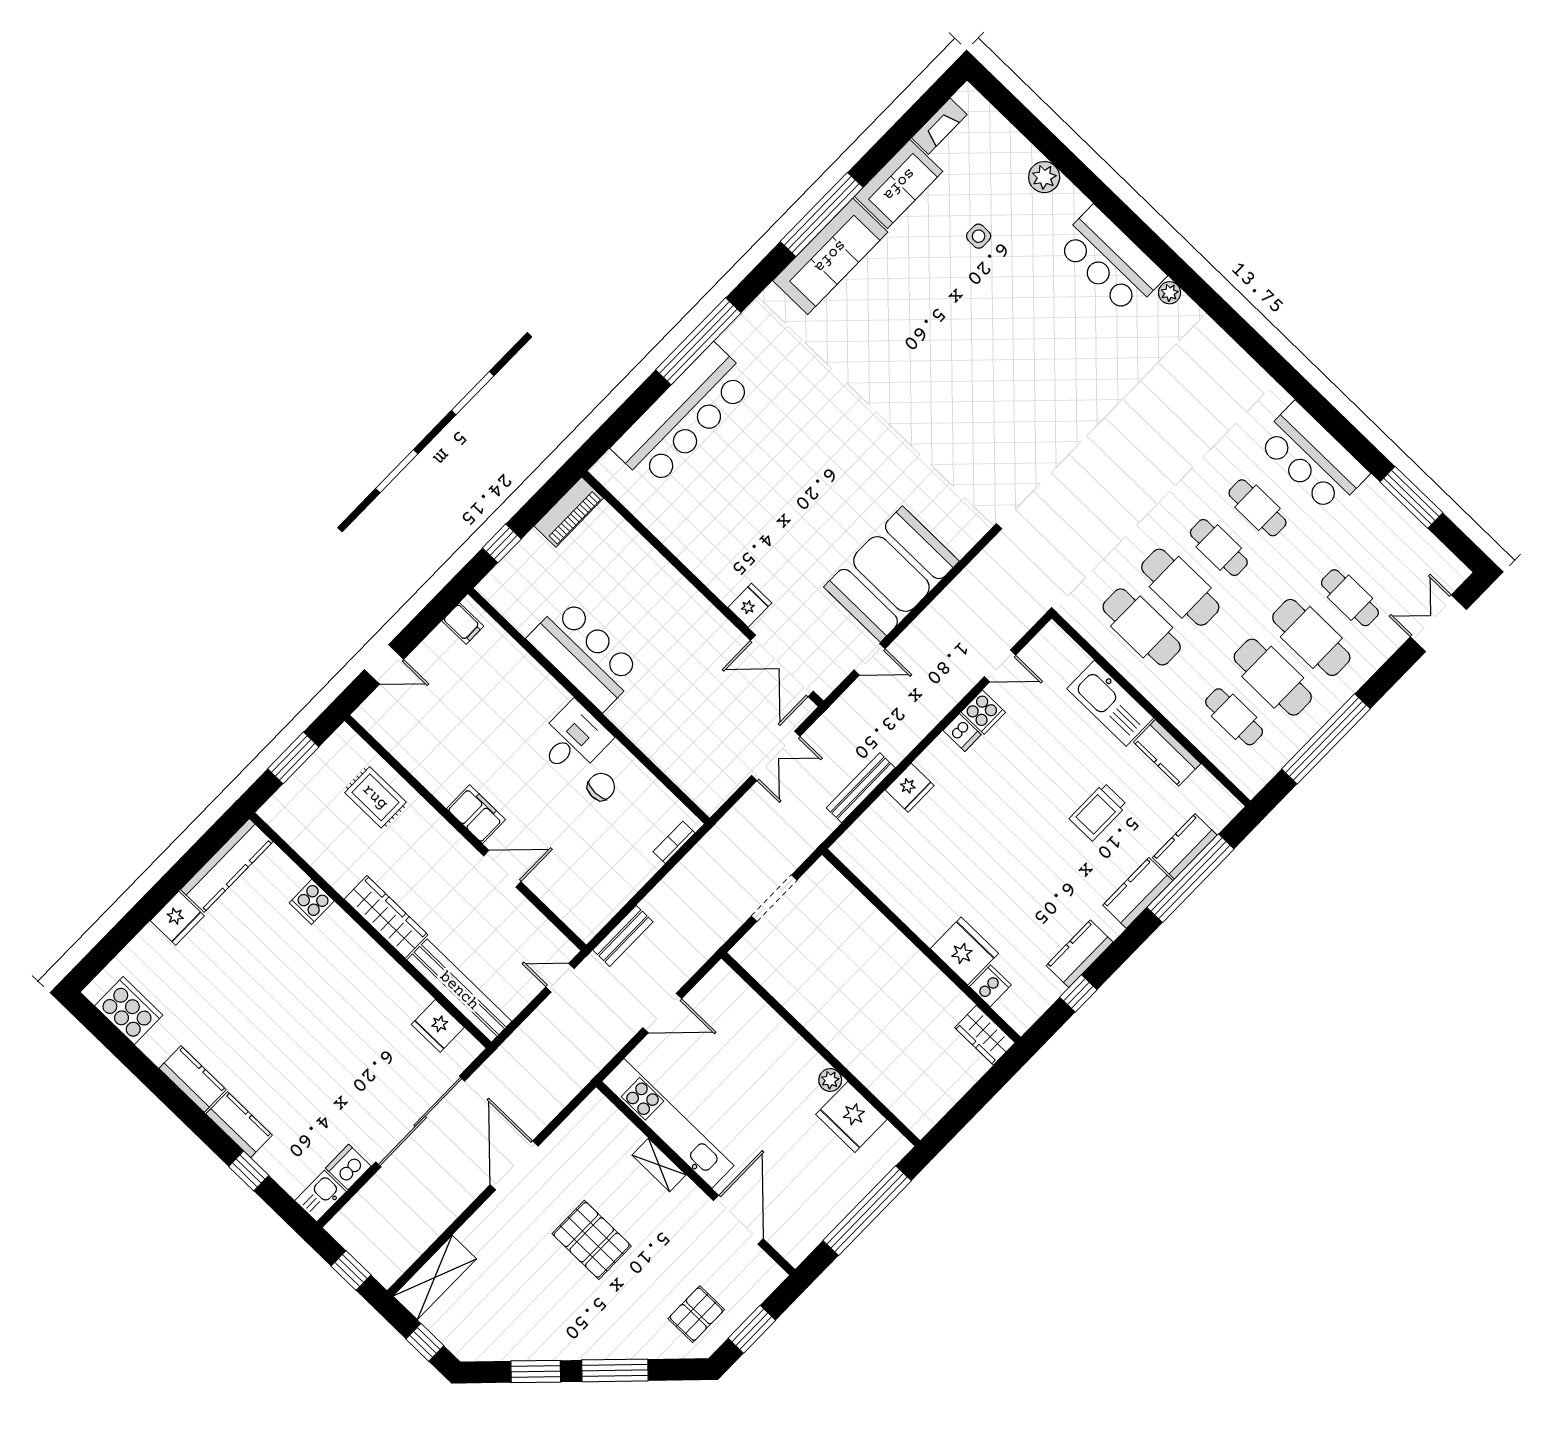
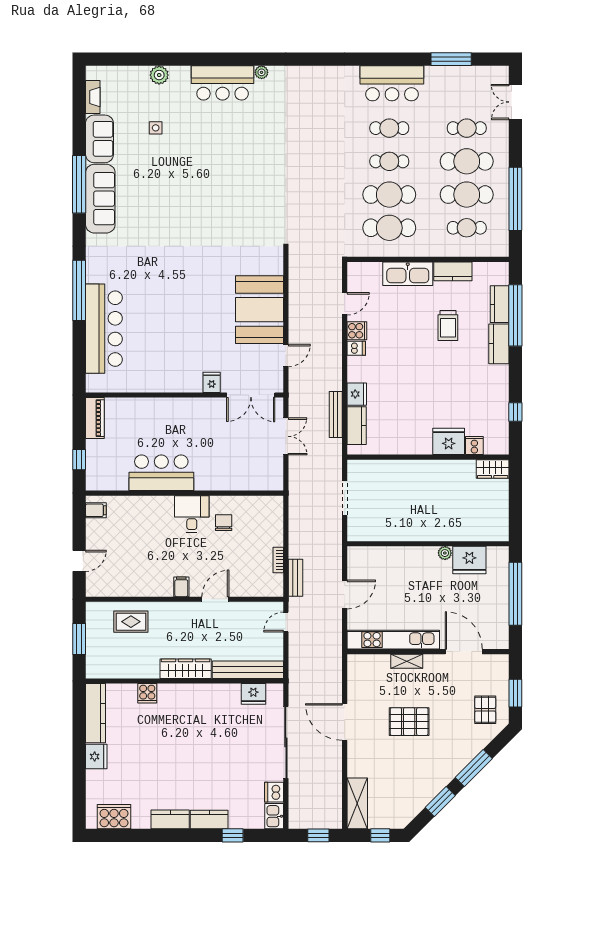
filing cabinet: (476, 814) -> (181, 587), width x0.50
bookcase: (674, 842) -> (278, 560), moved
kitchen counter: (1080, 954) -> (357, 426), moved, turned 180

